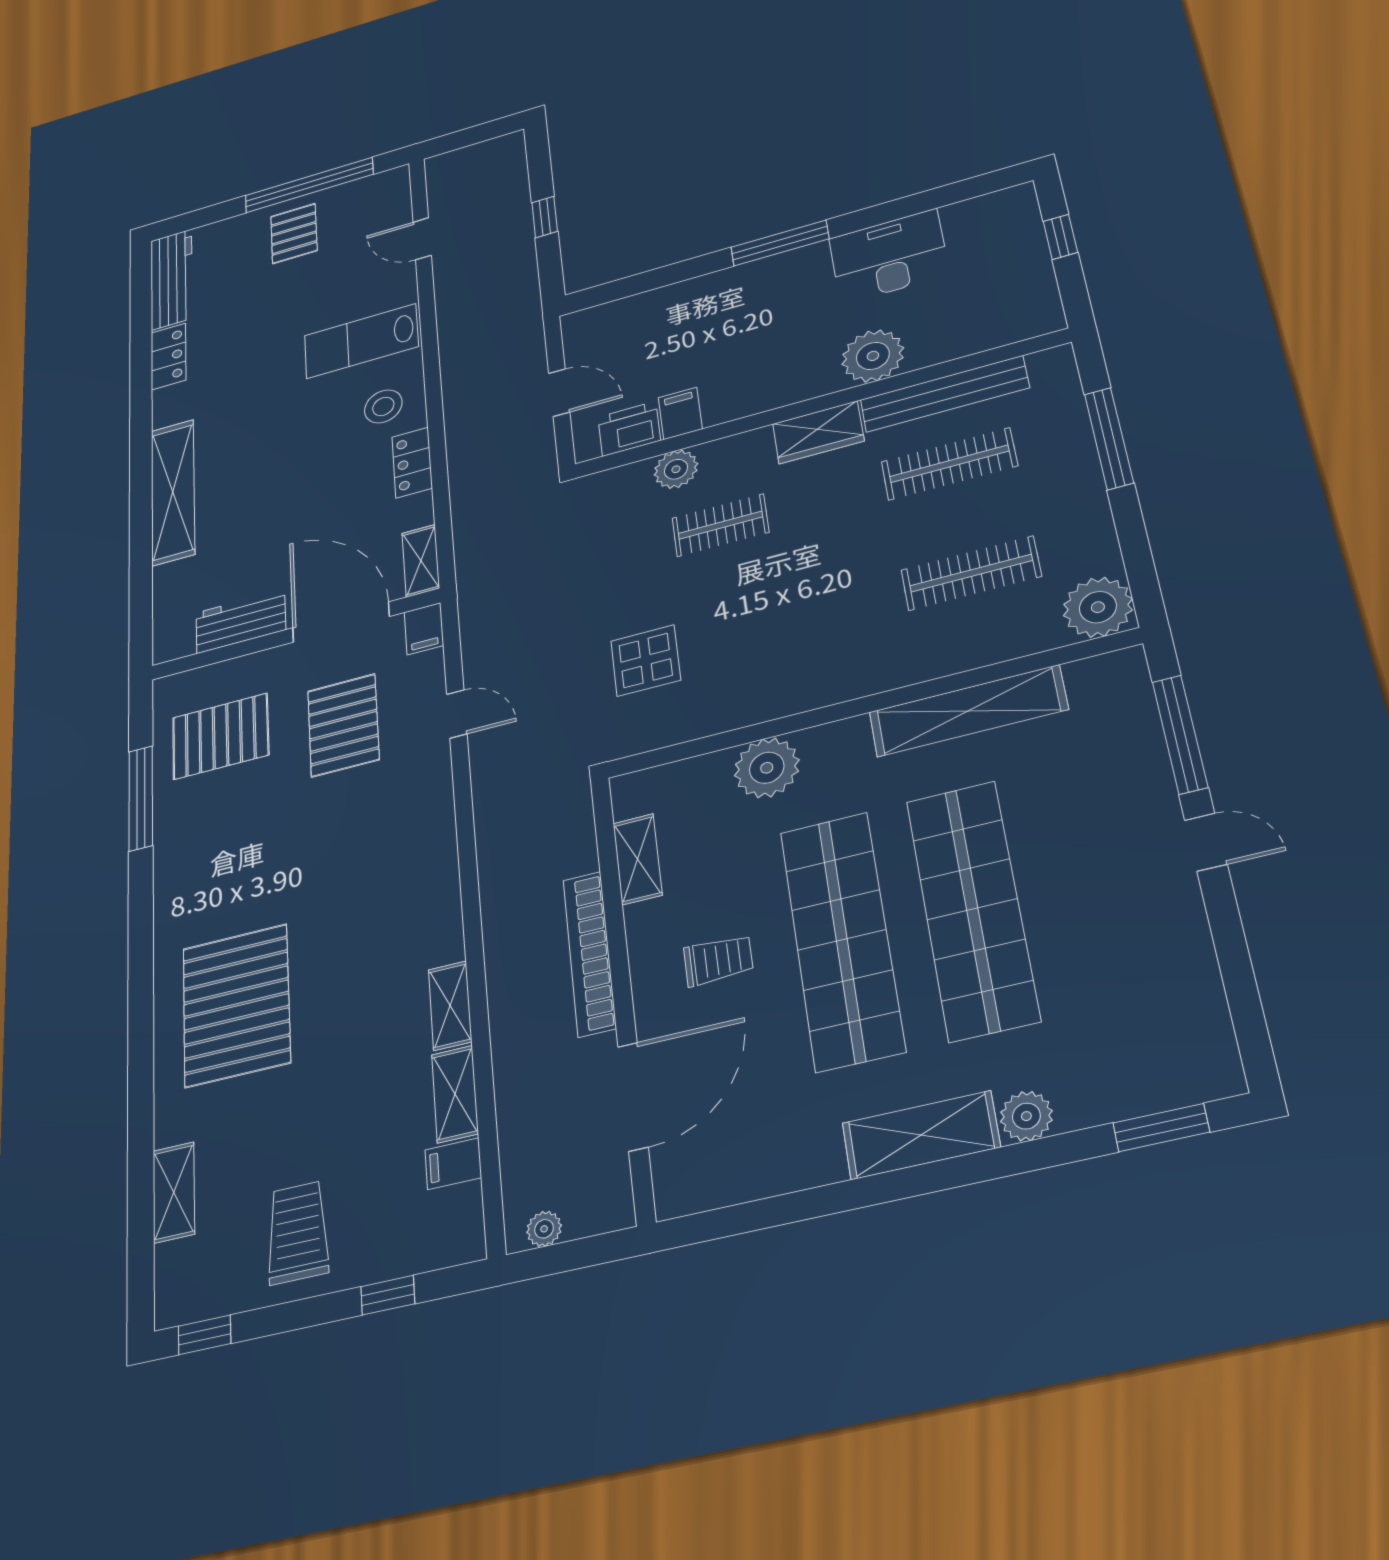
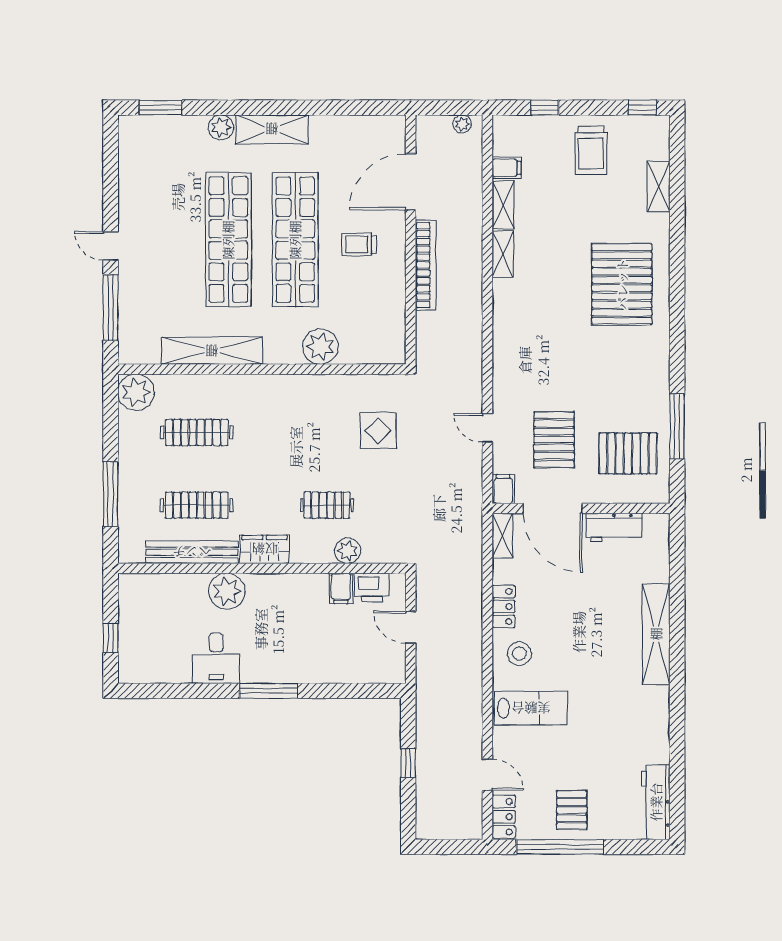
desk: (889, 256) -> (216, 658), width x0.73
locker: (169, 356) -> (504, 817), moved, turned 180
shelving: (638, 859) -> (395, 312), removed

